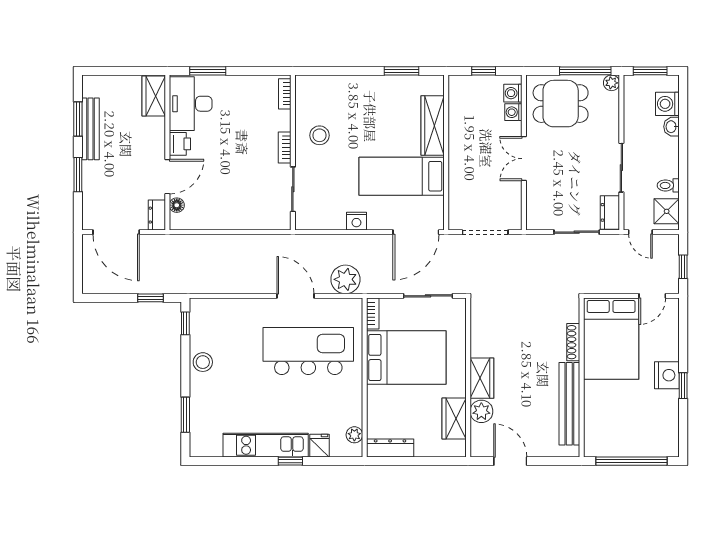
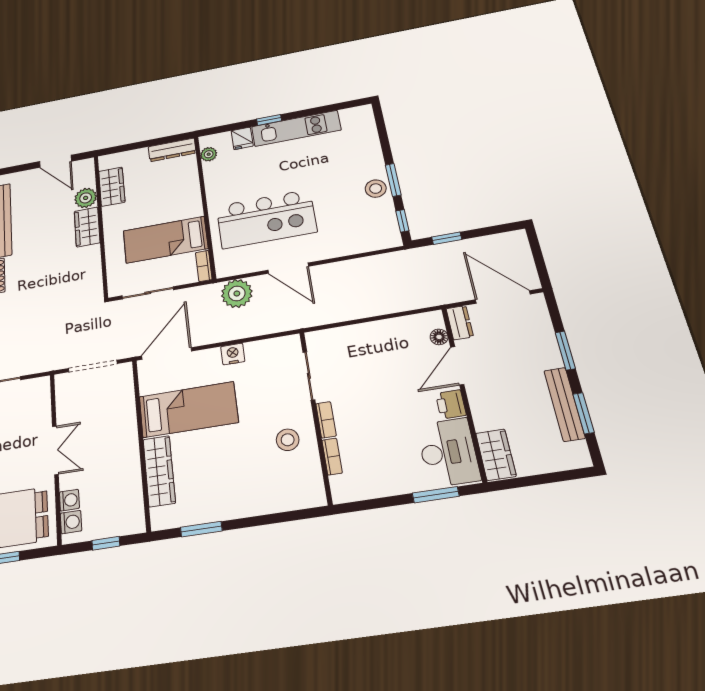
bookcase: (285, 94) -> (332, 457), moved
bed: (406, 357) -> (165, 240), width x0.67
window: (185, 415) -> (393, 180), moved

